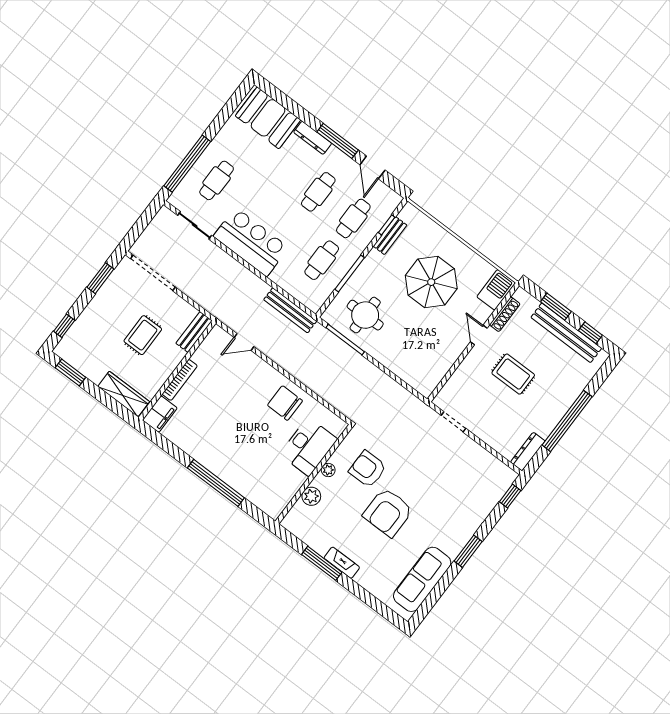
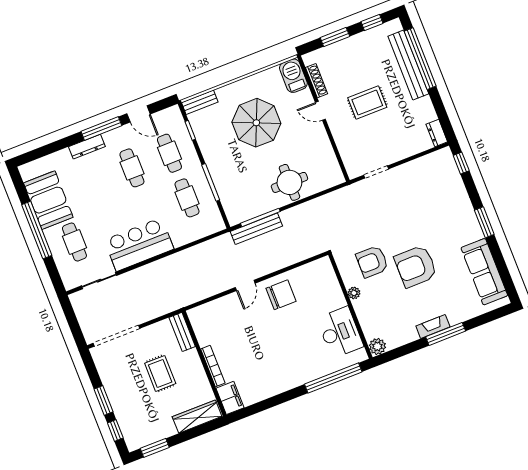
booth: (268, 118) -> (48, 200), moved, turned 90
window: (187, 164) -> (37, 230), moved
bench: (390, 236) -> (200, 102), moved, turned 90
window: (100, 278) -> (104, 400), moved
bench: (290, 310) -> (256, 229), moved
round table: (365, 315) -> (289, 182), moved
bench: (566, 333) -> (408, 65), moved, turned 90
door: (244, 342) -> (245, 285), moved
chair: (285, 403) -> (281, 295), turned 180
window: (567, 421) -> (420, 59), moved
desk: (308, 447) -> (340, 332), moved
dresser: (528, 452) -> (437, 133), width x0.70
window: (216, 483) -> (333, 378), moved
plant: (311, 496) -> (377, 346), moved
armchair: (388, 512) -> (416, 266), turned 90
window: (322, 563) -> (446, 334), moved

